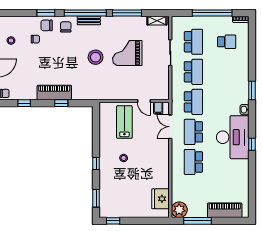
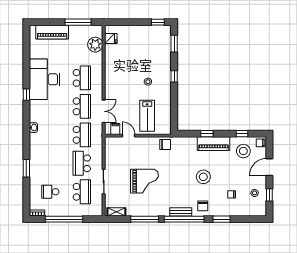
chair: (47, 25) -> (165, 144), moved
school desk: (193, 42) -> (82, 192), turned 180
stool: (96, 57) -> (203, 177), moved
stool: (23, 85) -> (243, 151), added
window: (252, 91) -> (26, 168), moved
school desk: (193, 102) -> (82, 135), turned 180
desk: (233, 137) -> (45, 79), moved
fridge: (161, 199) -> (111, 39), width x0.53, depth x0.75
plant: (179, 210) -> (95, 45), moved

